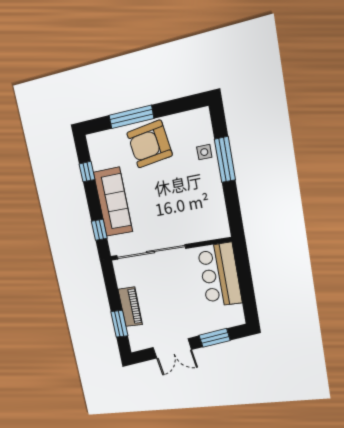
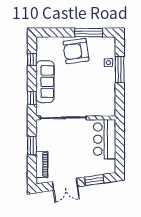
window: (131, 117) -> (89, 33), moved
piano: (130, 307) -> (42, 164), moved
window: (119, 324) -> (32, 146), moved

